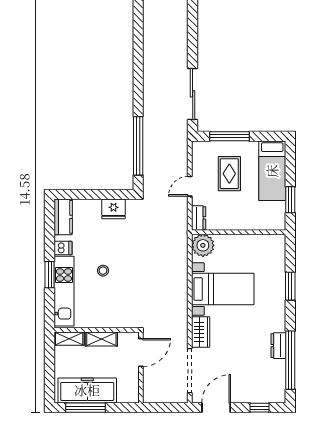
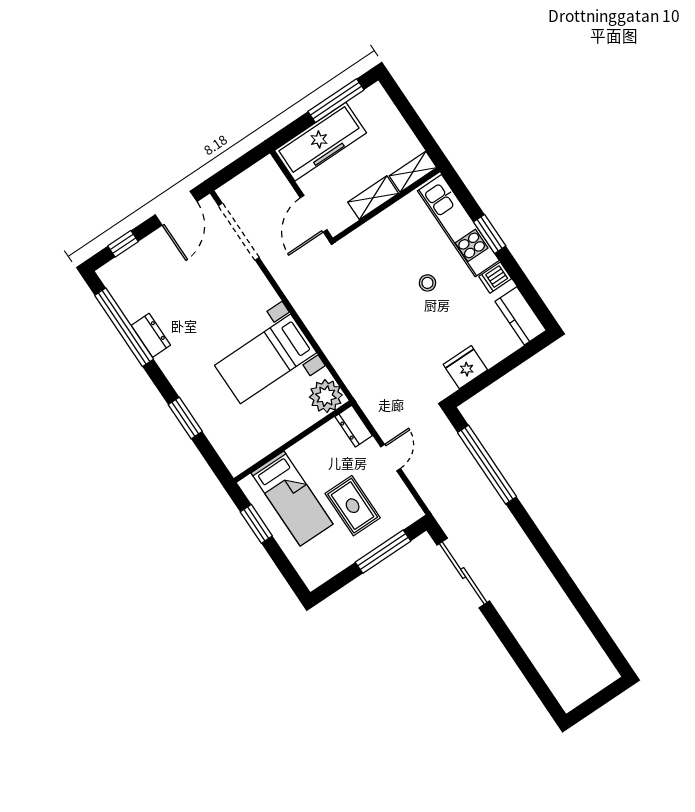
bed: (272, 171) -> (292, 498), moved, turned 180
wardrobe: (201, 332) -> (257, 288), removed
freezer: (87, 390) -> (320, 142), moved

